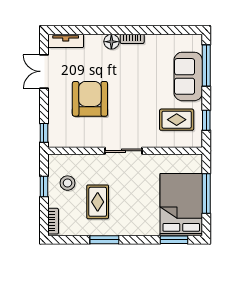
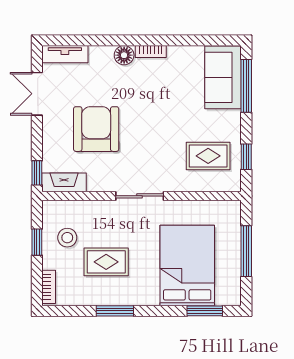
sofa: (188, 76) -> (223, 77), moved
fireplace: (65, 140) -> (64, 182), added
rug: (98, 202) -> (106, 262), turned 90
bed: (181, 205) -> (187, 266), moved

